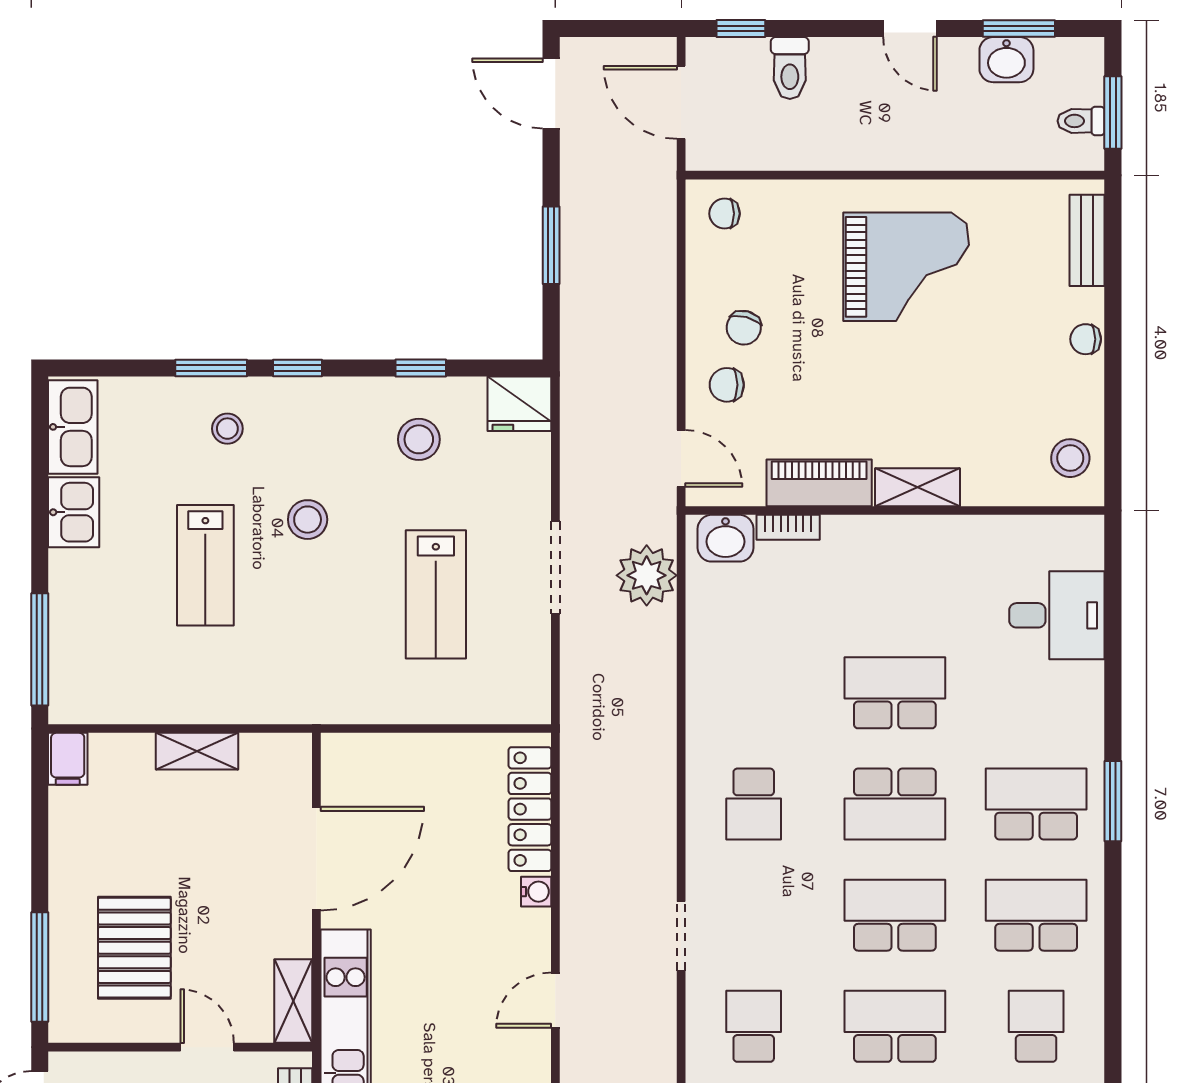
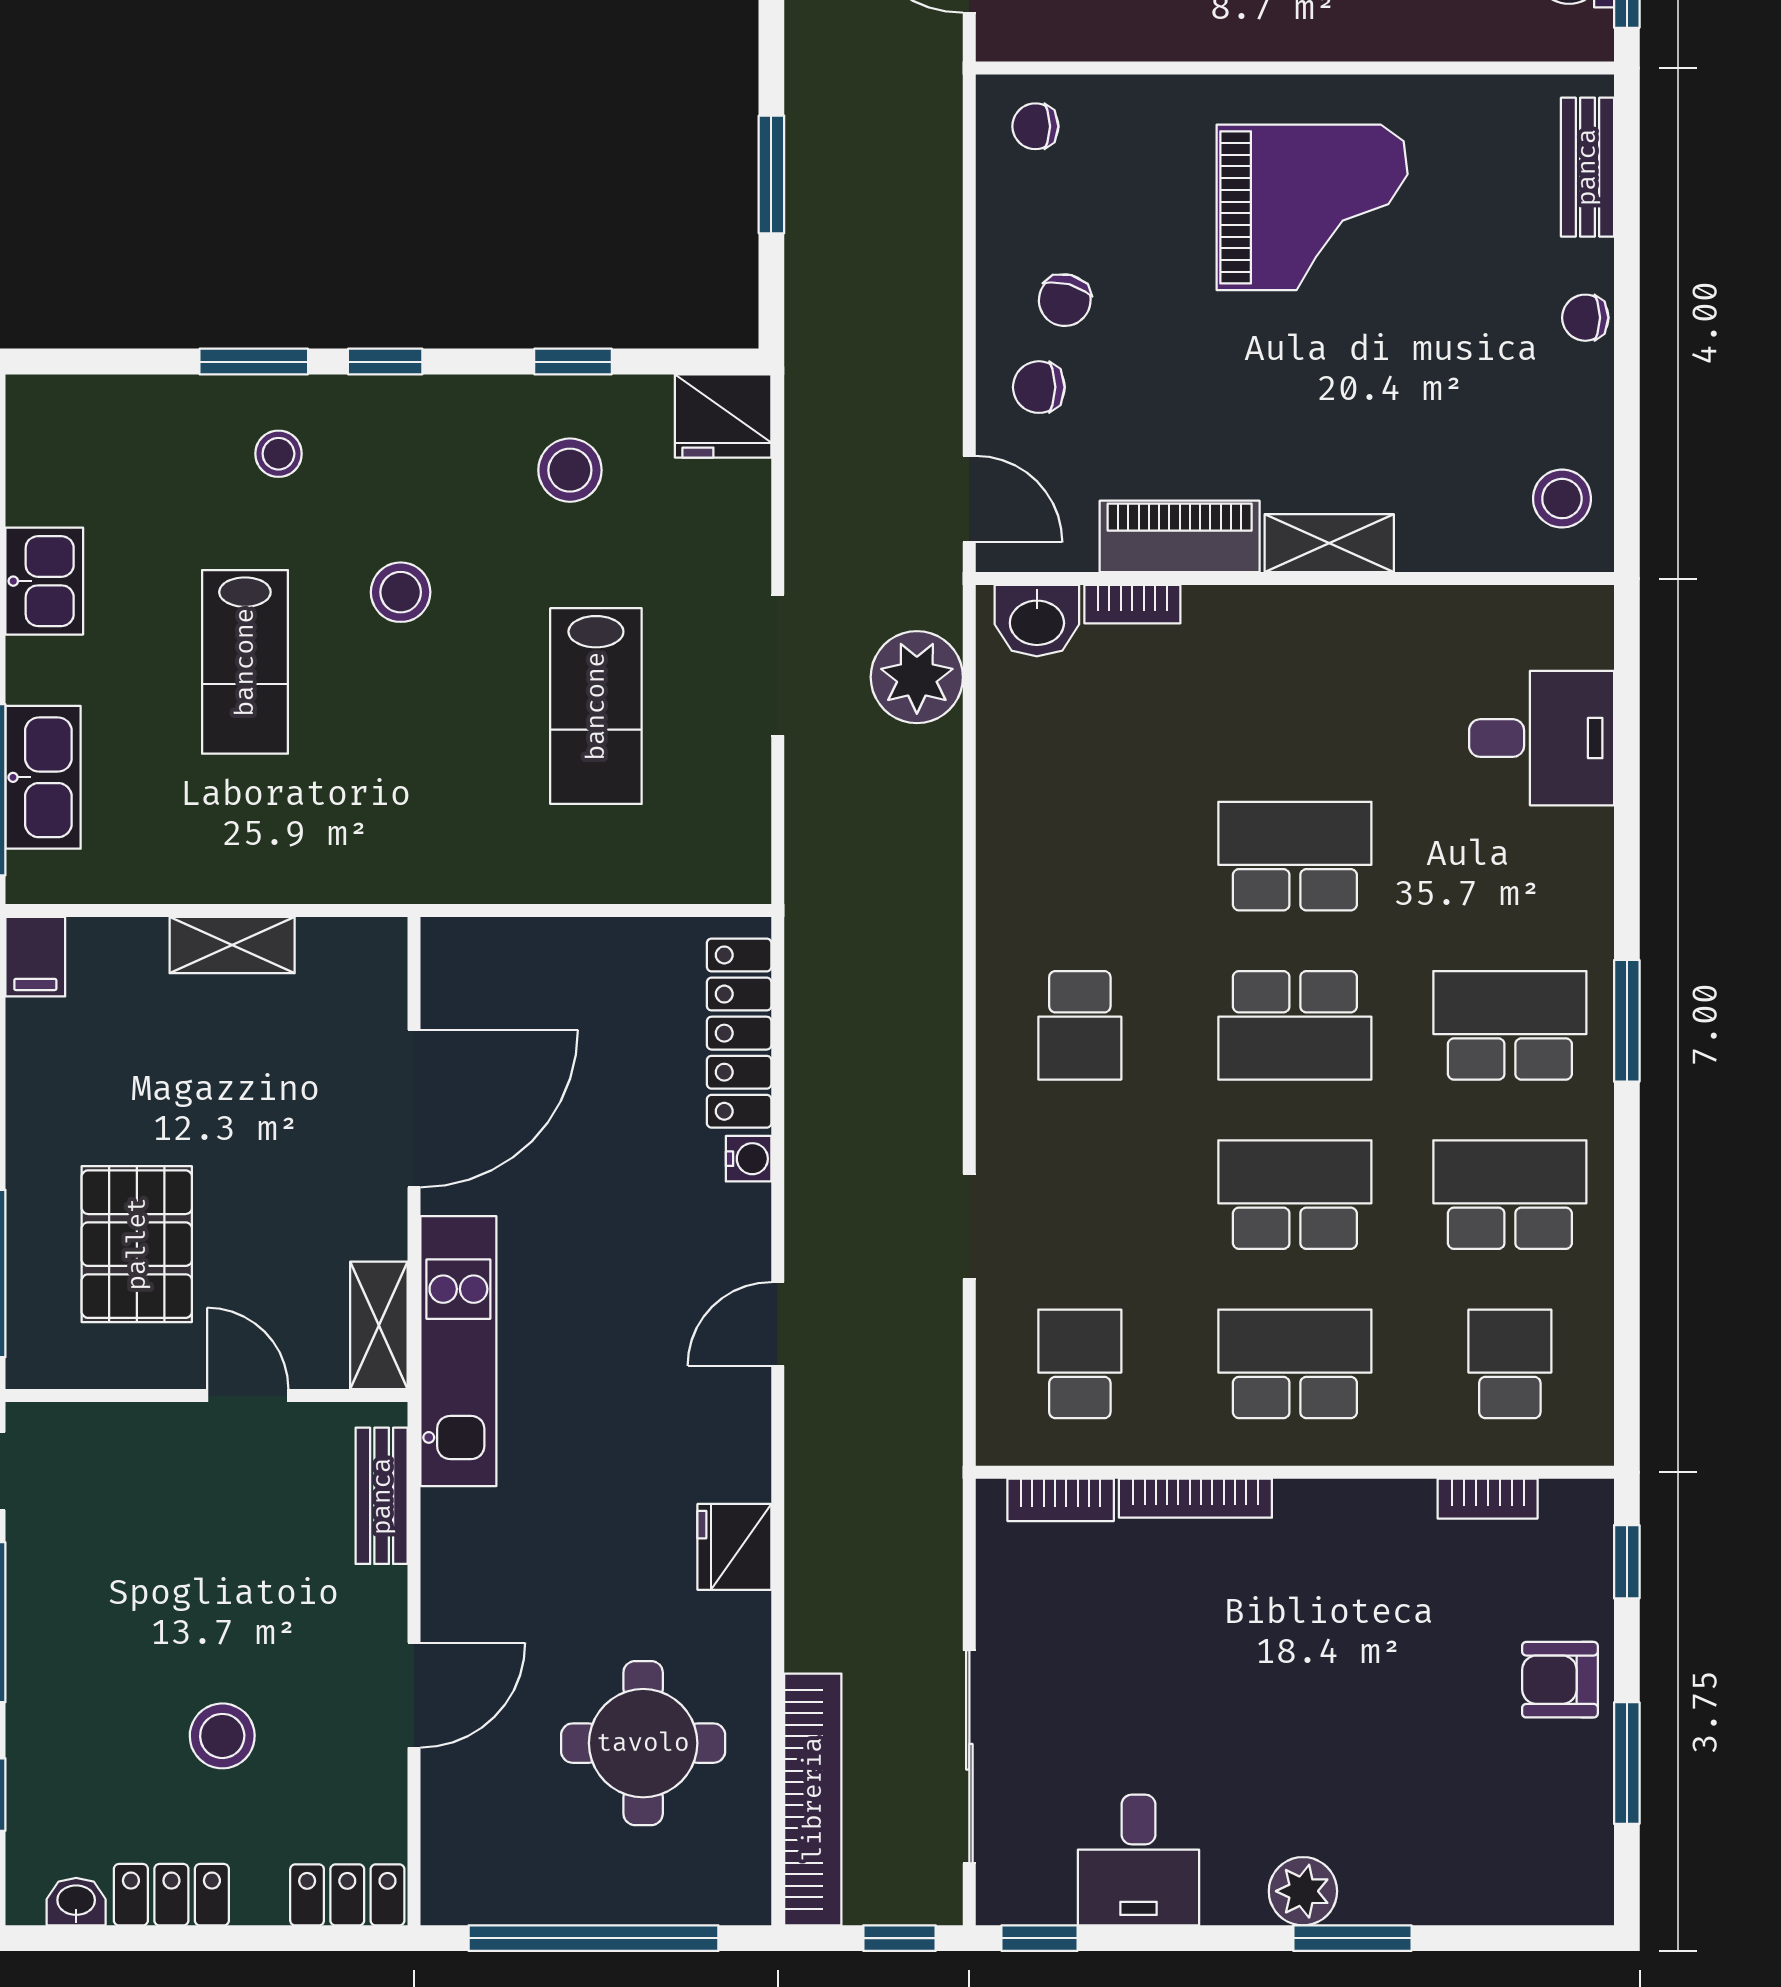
kitchen sink: (73, 427) -> (43, 777), moved

